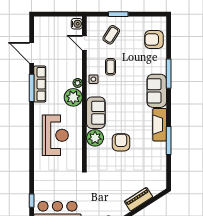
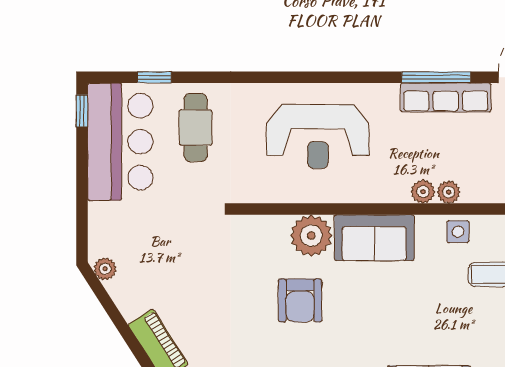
plant: (73, 97) -> (423, 192), width x0.53, depth x0.53
armchair: (121, 142) -> (300, 300), turned 90
cafe table: (52, 184) -> (196, 128), added

